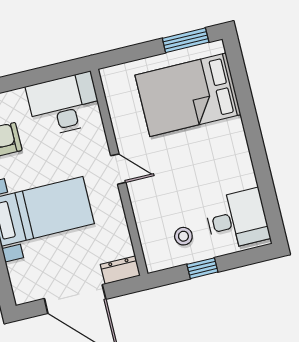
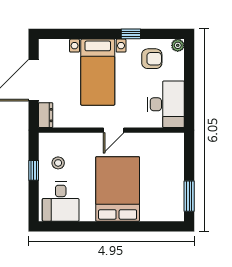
bed: (188, 95) -> (118, 189), moved

